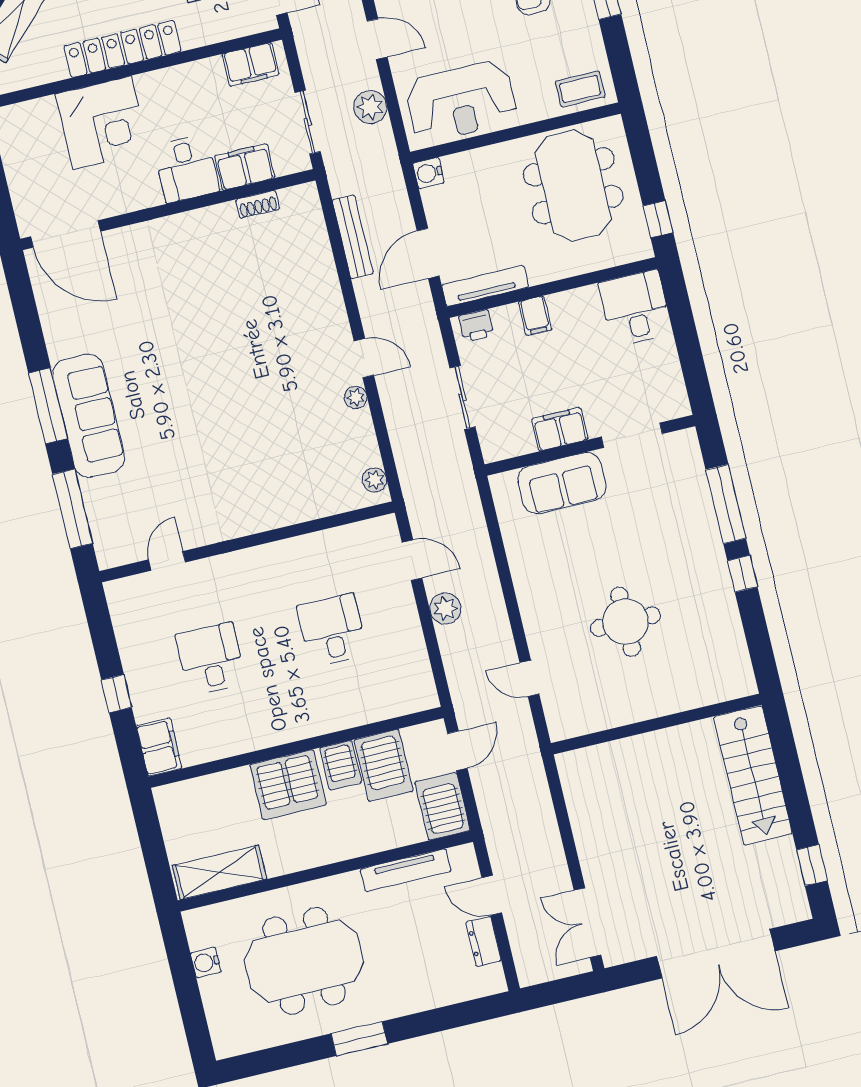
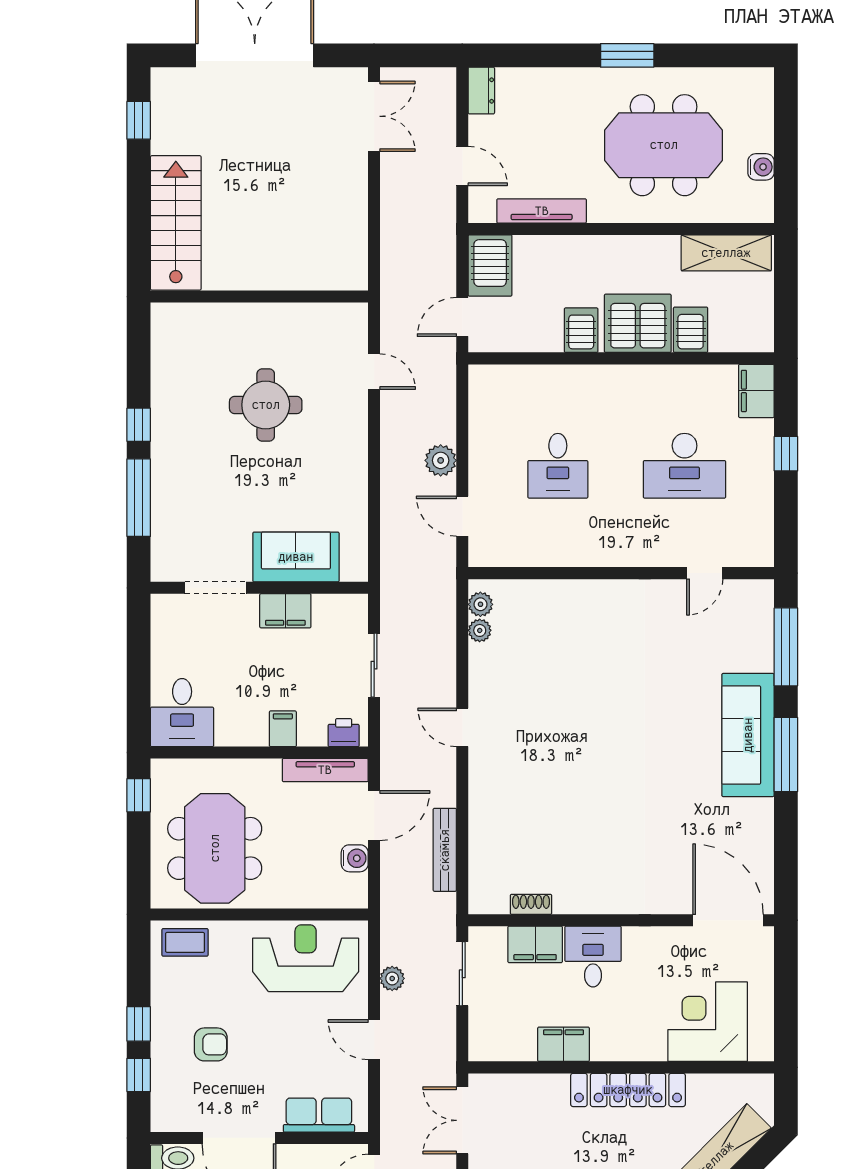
filing cabinet: (251, 64) -> (564, 1044), moved
plant: (370, 107) -> (392, 978), width x0.73, depth x0.73
corner desk: (102, 123) -> (708, 1022), moved
water cooler: (429, 173) -> (355, 858), moved
plant: (356, 397) -> (480, 630), moved
desk: (211, 659) -> (685, 466), width x1.37
server rack: (384, 765) -> (691, 330), moved, width x0.73, depth x0.70
dresser: (484, 941) -> (481, 91), moved

